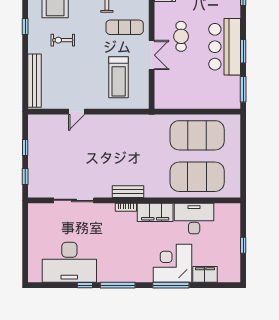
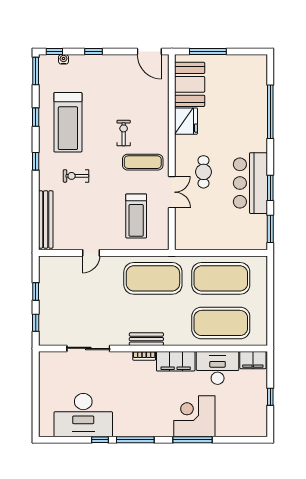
exercise mat: (134, 135) -> (153, 278), added
filing cabinet: (205, 274) -> (253, 360), moved, turned 180

